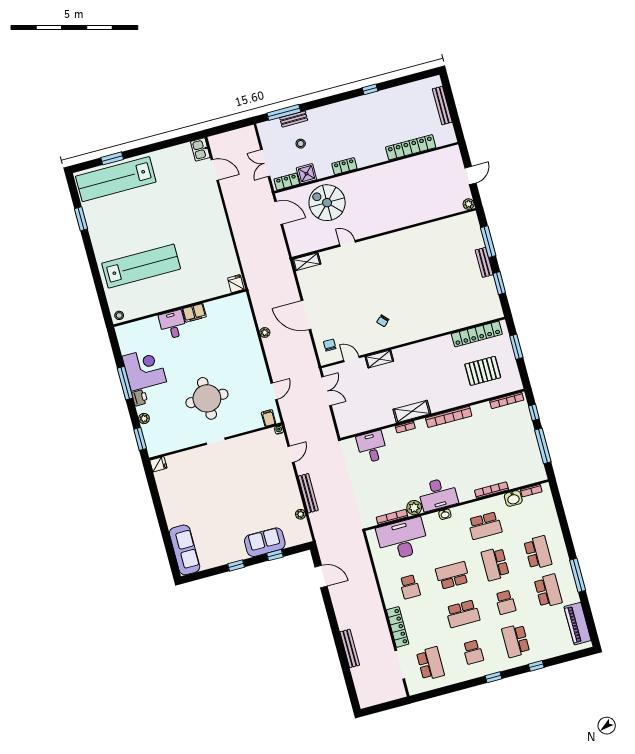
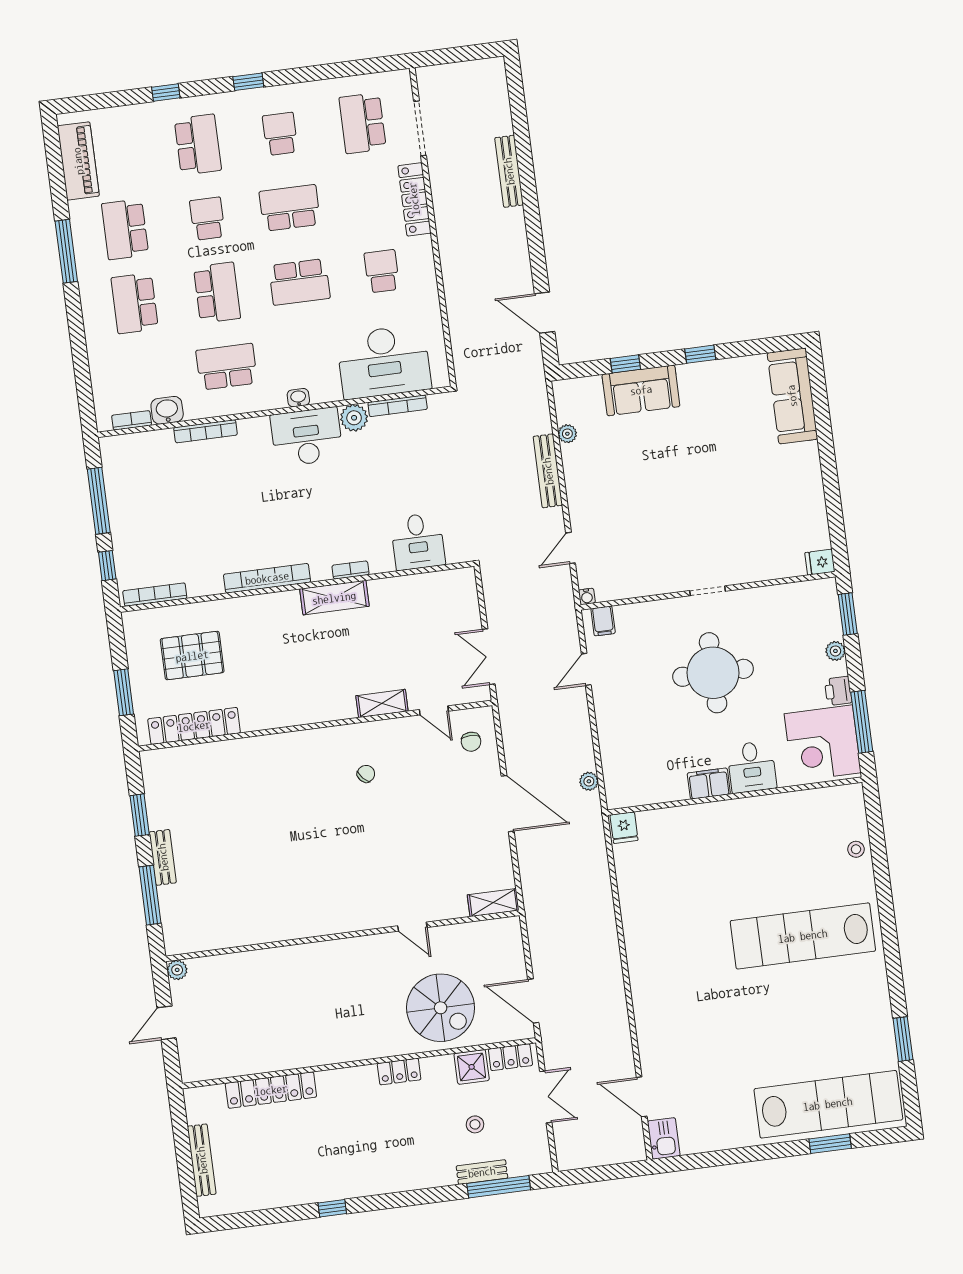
fridge: (236, 284) -> (624, 828), moved
wall: (180, 308) -> (735, 796), moved
filing cabinet: (194, 313) -> (709, 784), moved
desk: (173, 325) -> (752, 767), moved

